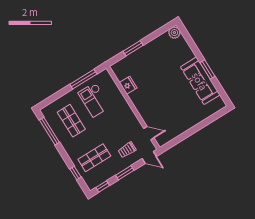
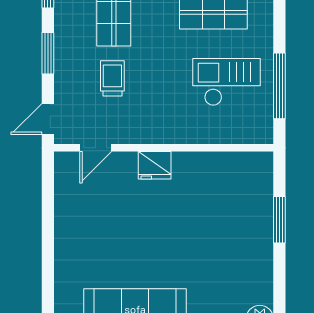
fridge: (128, 85) -> (155, 165), moved
trolley: (127, 150) -> (112, 78), moved

